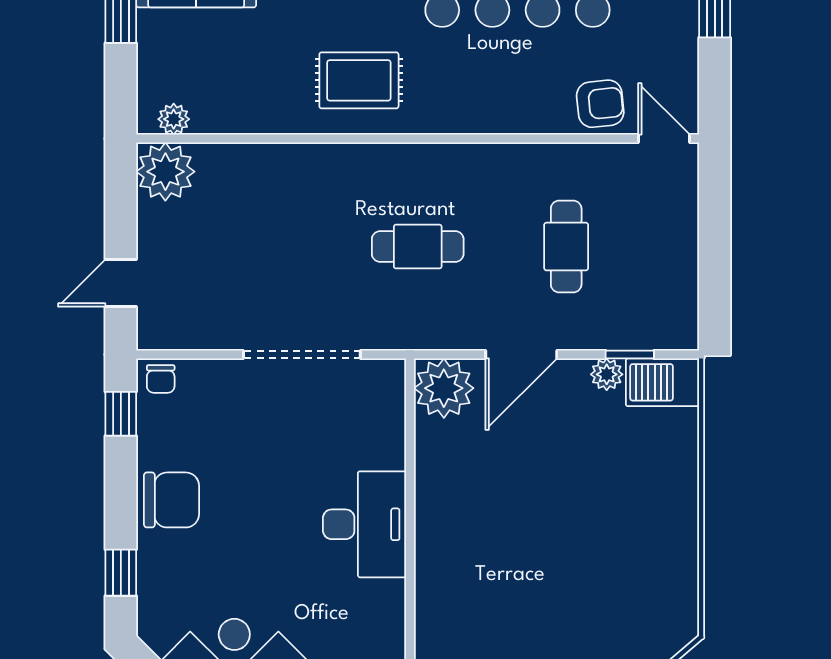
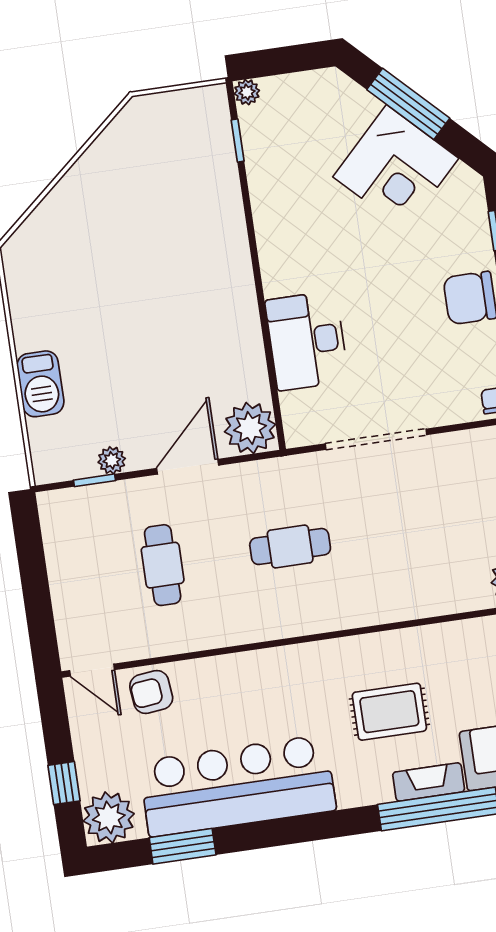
rug: (359, 80) -> (389, 712), moved
barbecue: (663, 382) -> (40, 384), moved, turned 90
desk: (364, 524) -> (307, 341), moved

